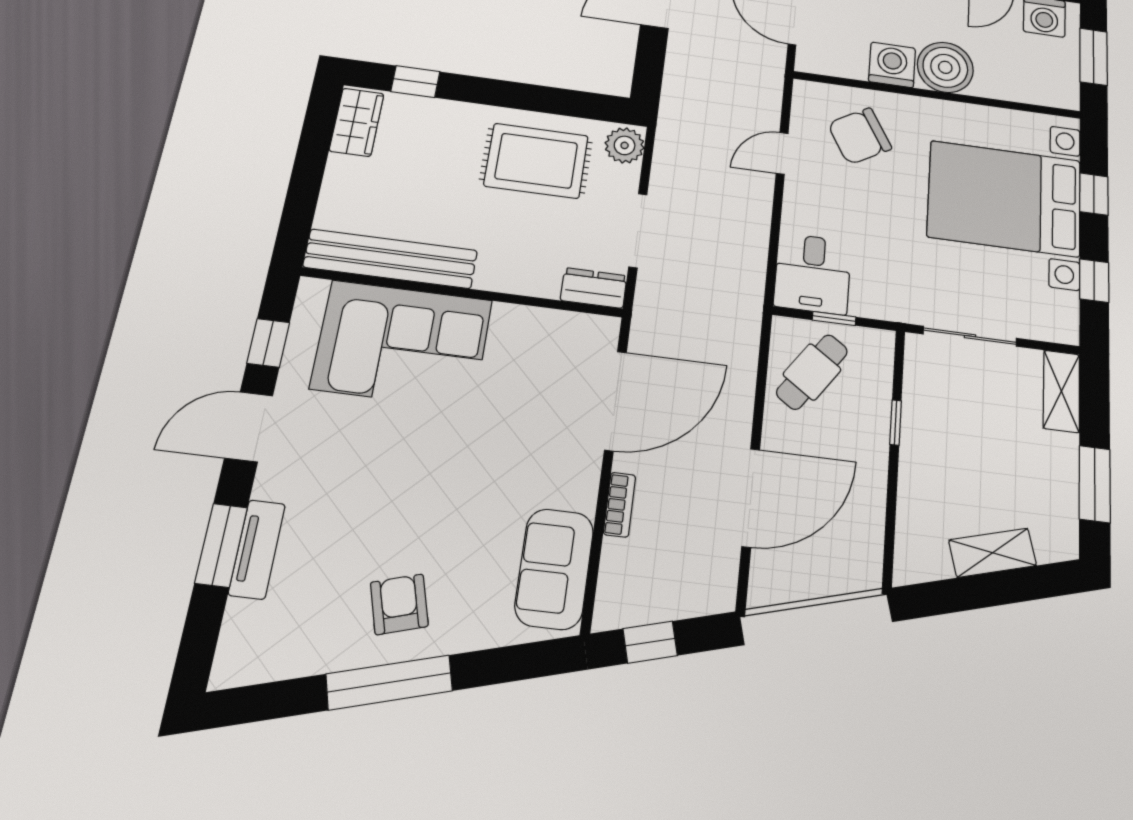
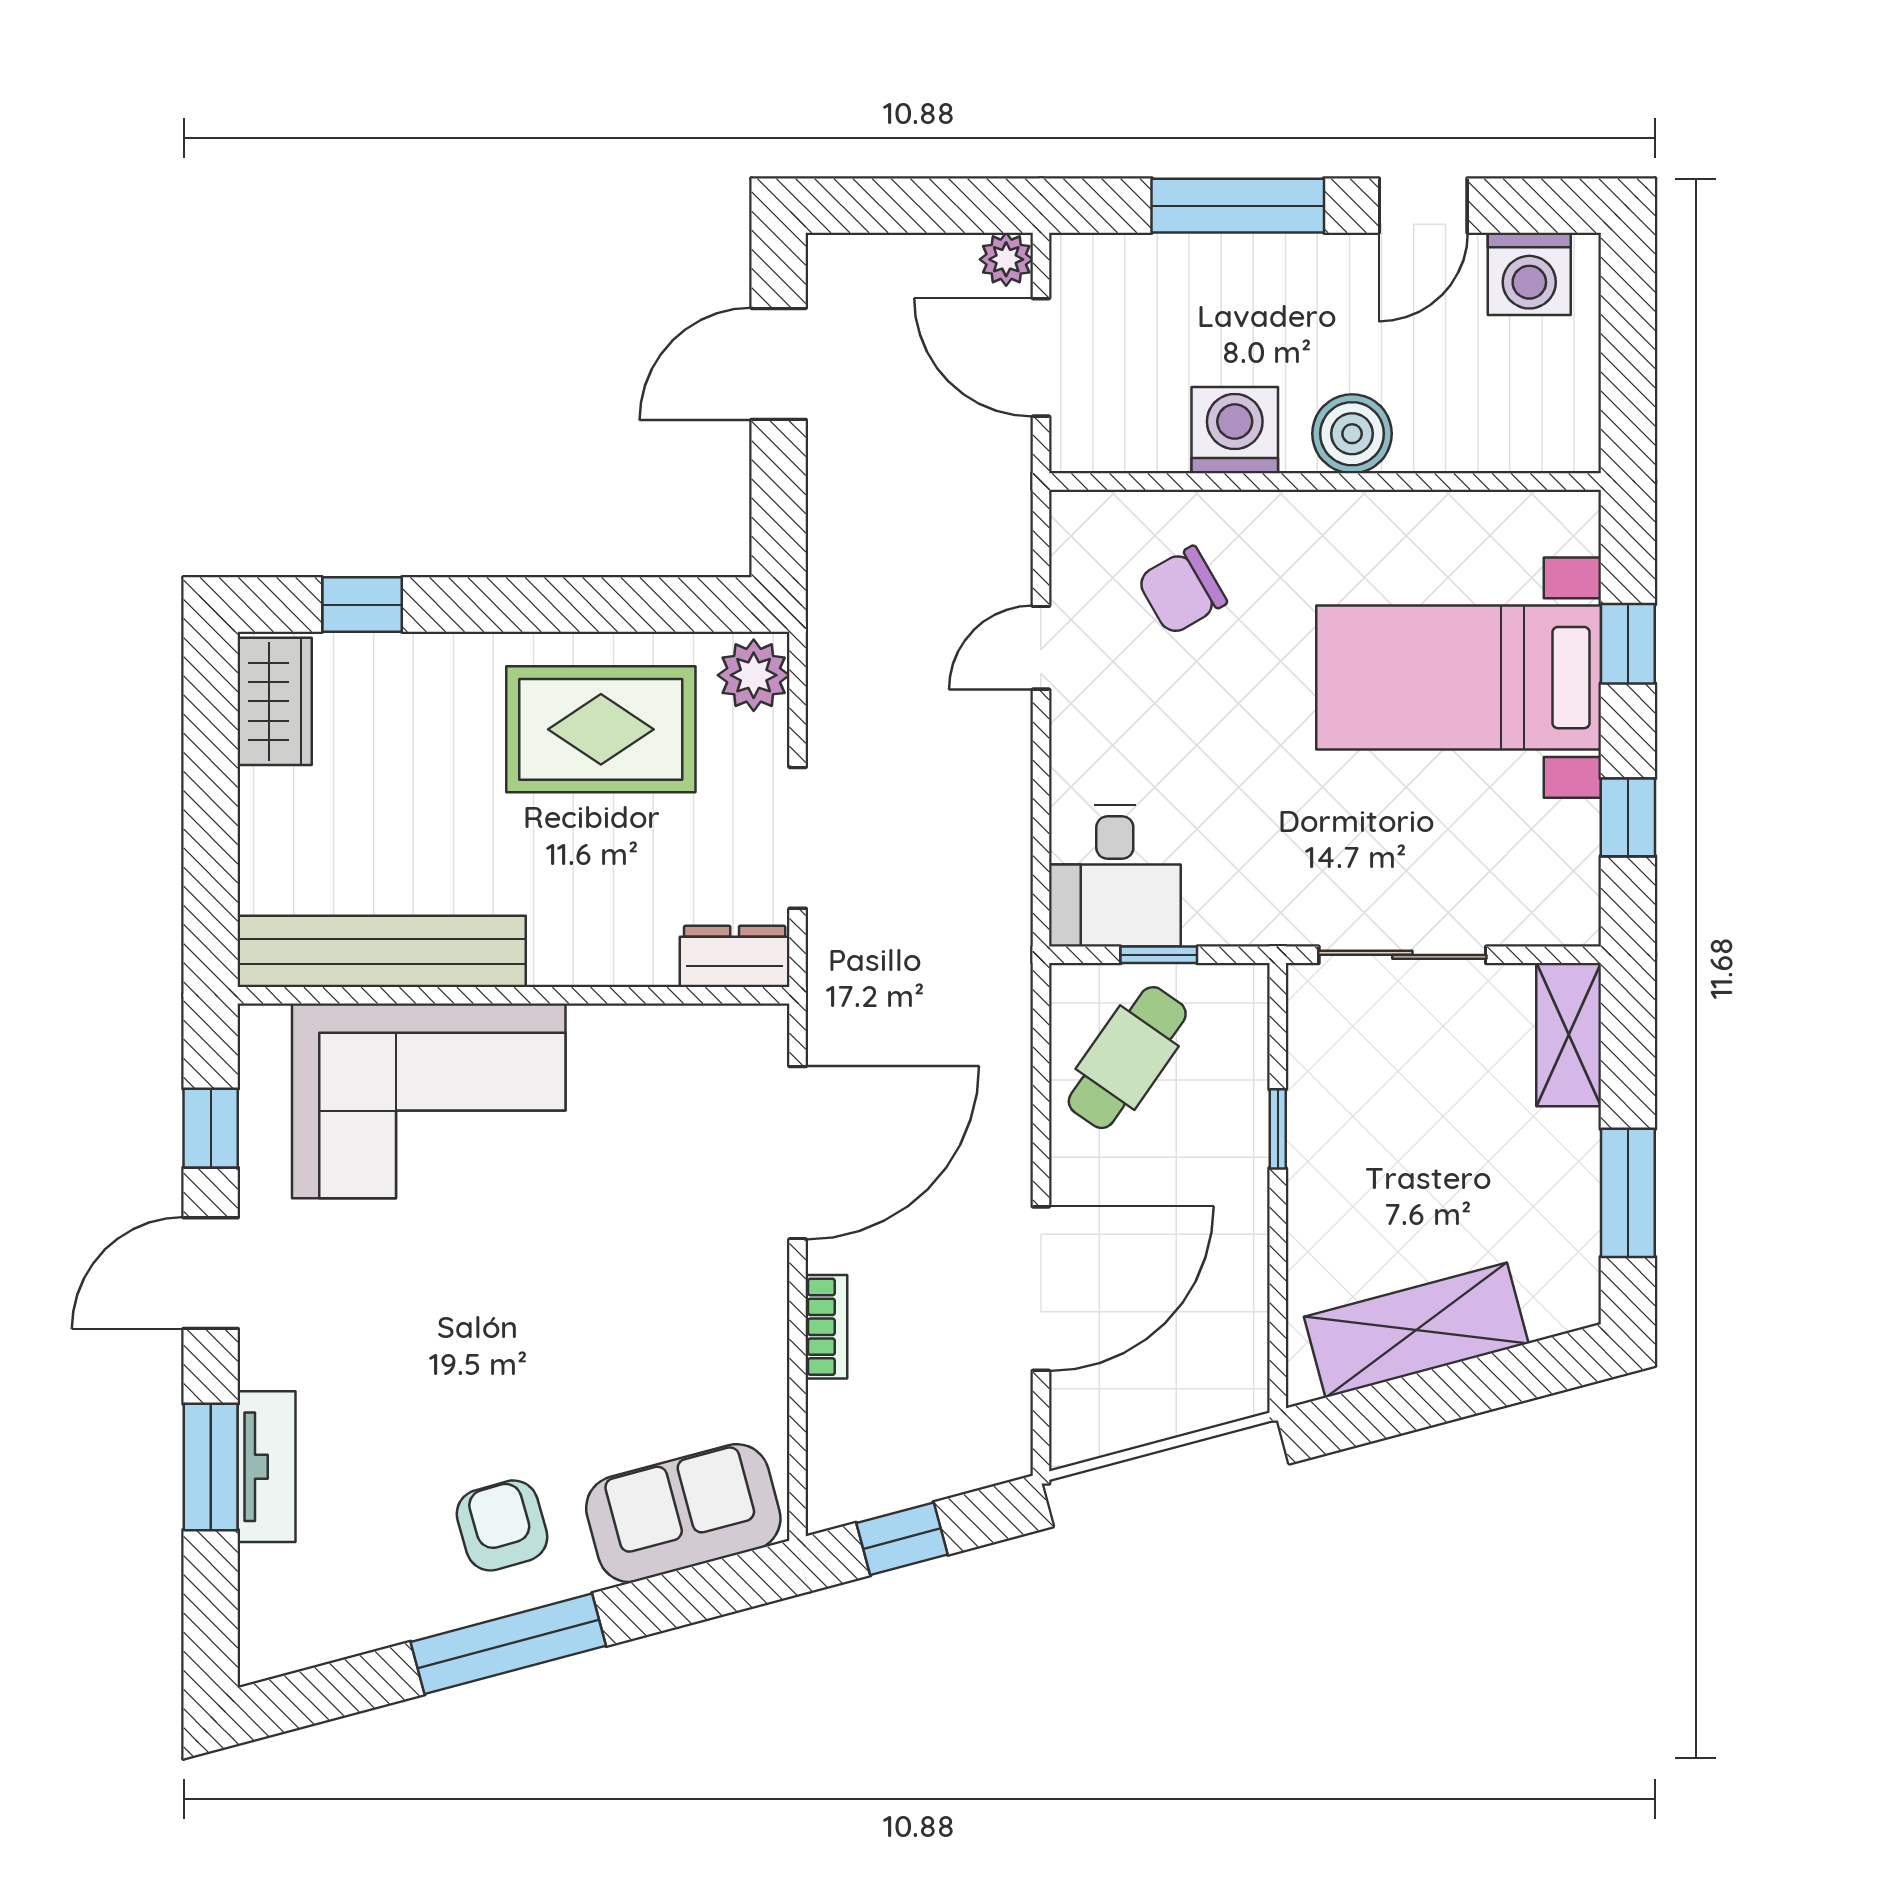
window: (1094, 57) -> (1628, 349), removed
boiler: (945, 67) -> (1352, 434), width x0.73, depth x0.73
chair: (860, 136) -> (1182, 591), width x0.73, depth x0.73
bed with nightstands: (1004, 198) -> (1459, 678), width x0.73
shelving: (993, 553) -> (1416, 1330), width x1.50, depth x1.33
sofa: (554, 569) -> (683, 1513), moved, turned 75

